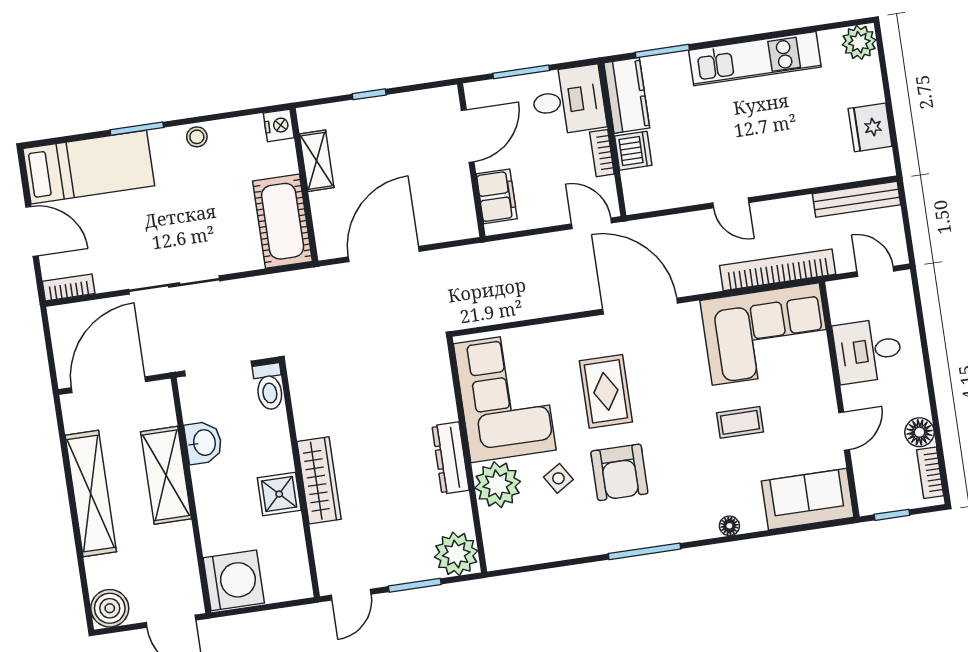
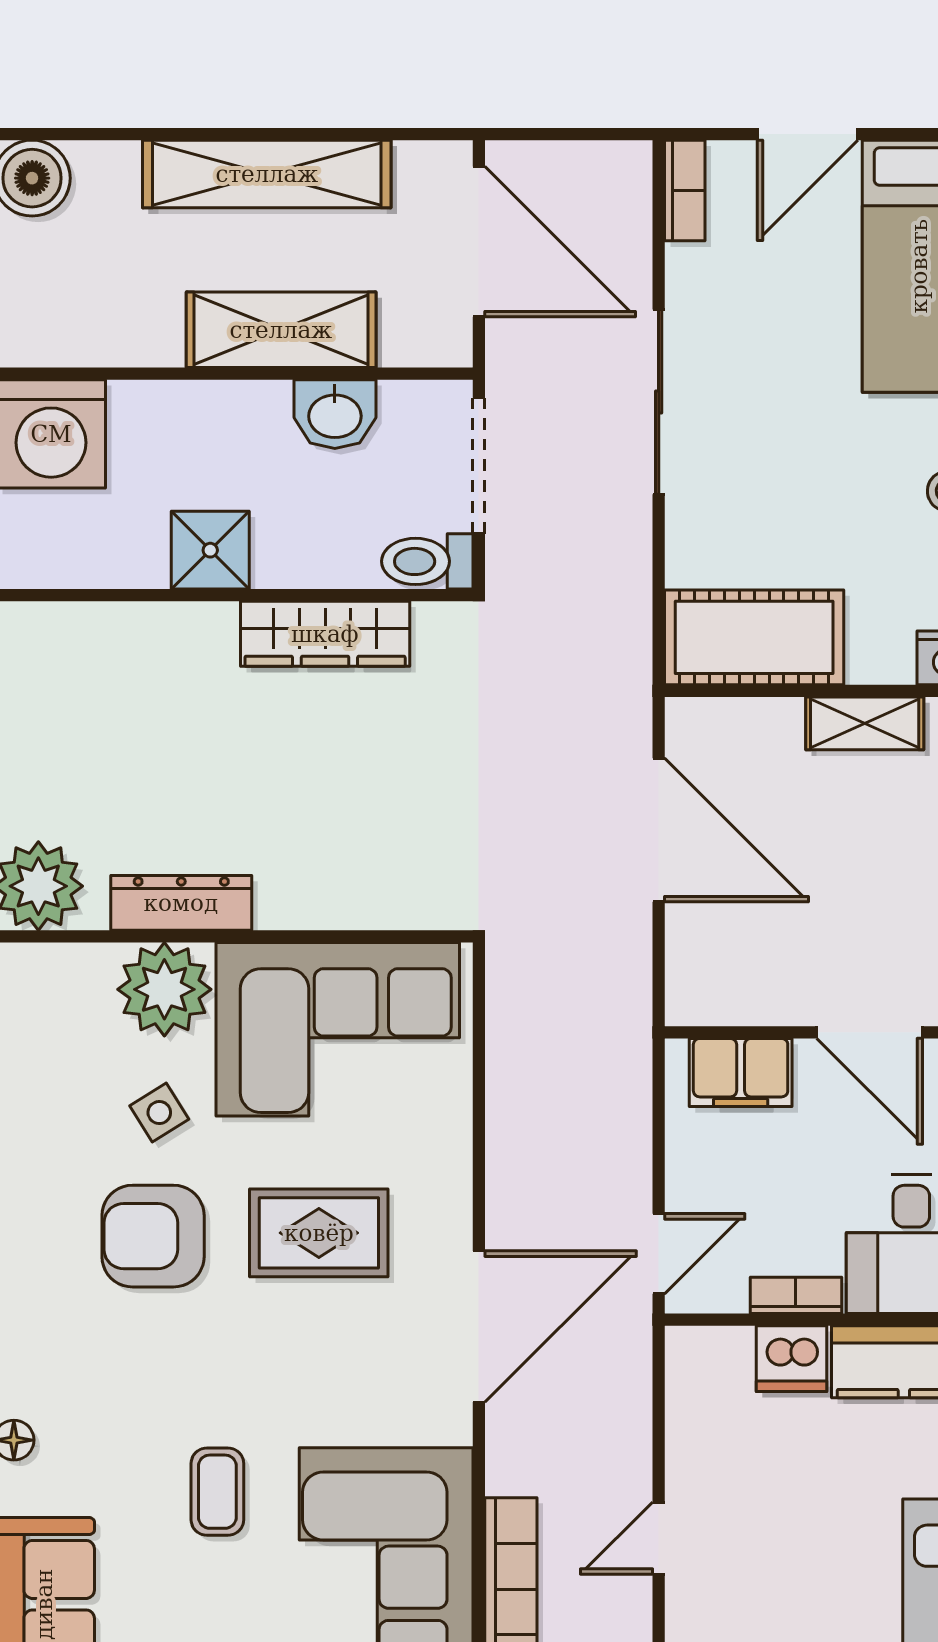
dresser: (450, 458) -> (181, 903), moved
wardrobe: (319, 480) -> (325, 634), moved

